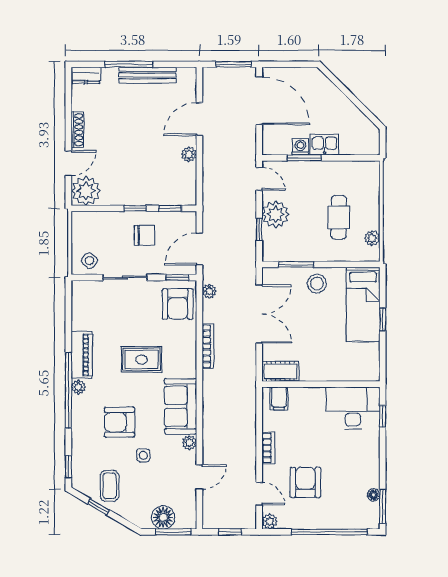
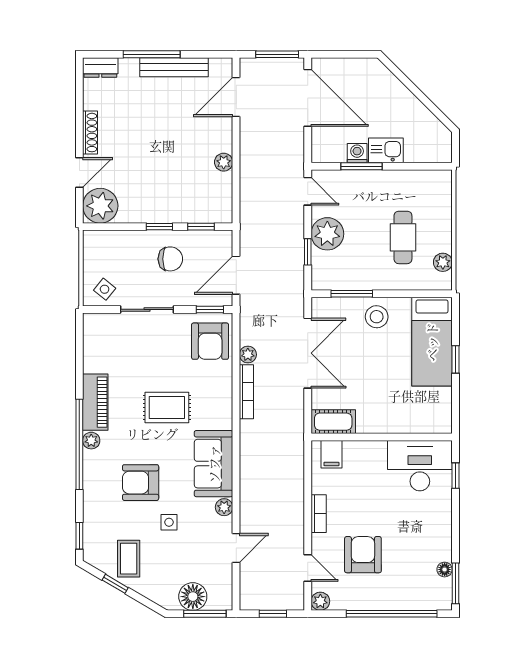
door: (199, 119) -> (236, 97), moved
plant: (209, 291) -> (248, 355), moved

